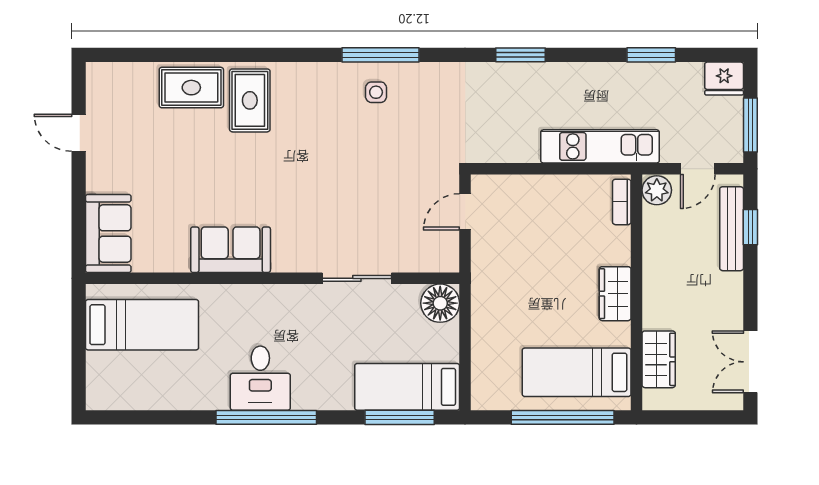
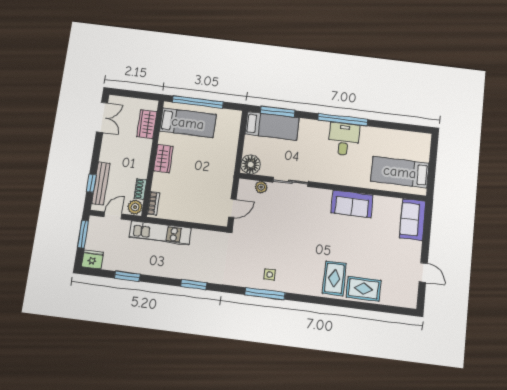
shoe rack: (652, 227) -> (140, 189), added
plant: (414, 261) -> (261, 187), added

